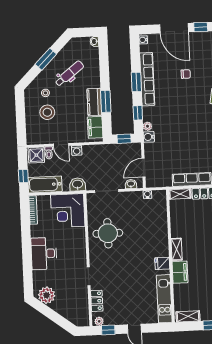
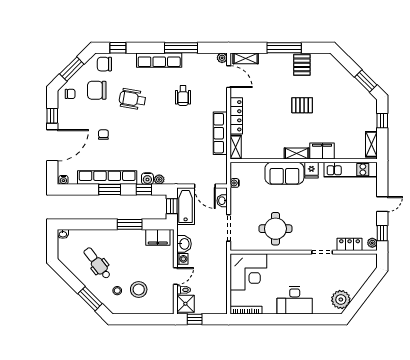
window: (46, 59) -> (90, 299), moved
kitchen counter: (94, 102) -> (130, 237), removed
water cooler: (149, 137) -> (147, 179), moved
window: (23, 176) -> (195, 319), moved
washbasin: (78, 184) -> (184, 244), moved, turned 180
bathtub: (45, 185) -> (186, 206), moved, turned 180
sofa: (158, 239) -> (284, 173), added

